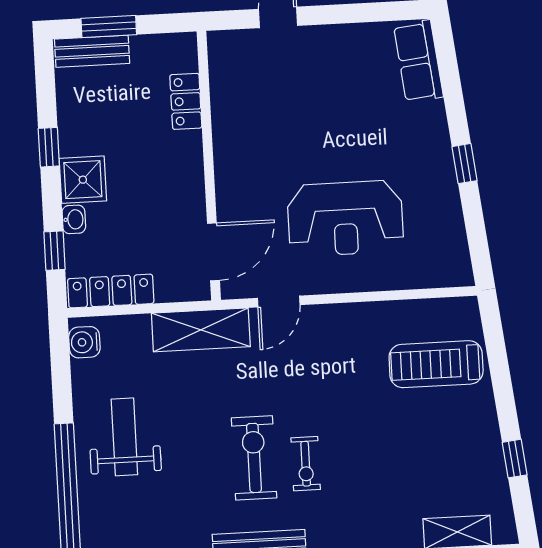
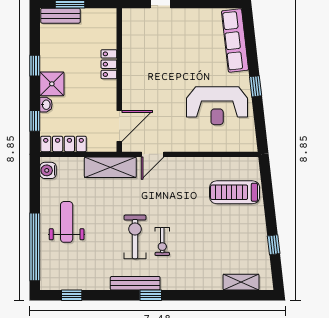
row of seats: (418, 61) -> (235, 40), width x1.48
locker: (186, 101) -> (109, 64), moved
reception desk: (345, 218) -> (217, 106), moved

